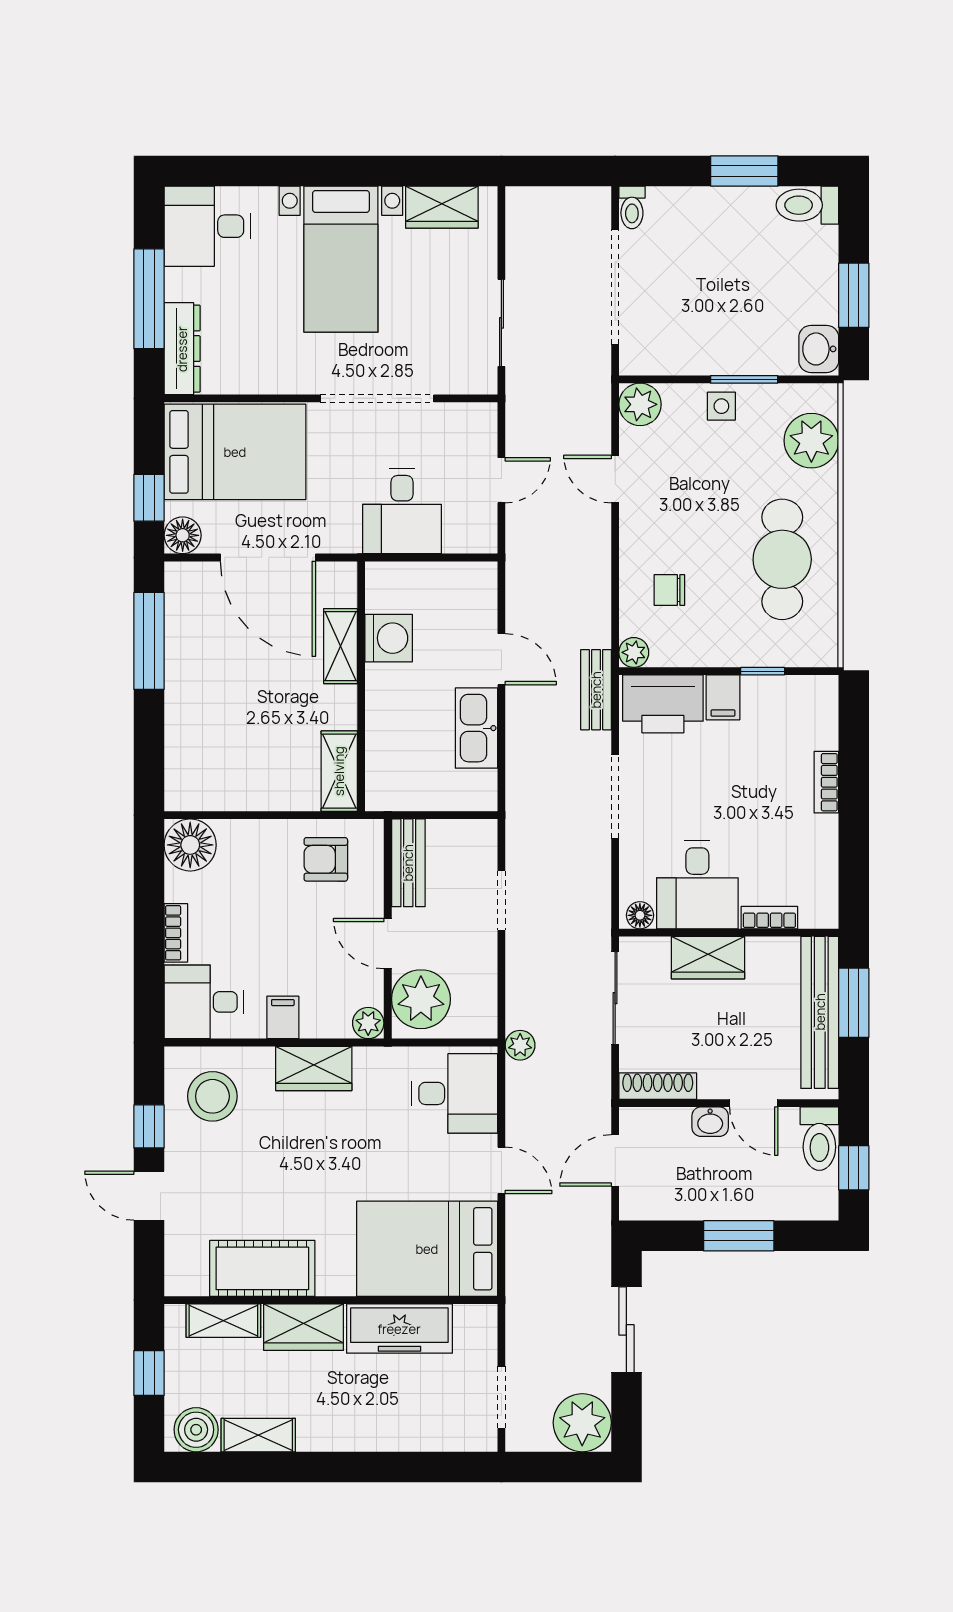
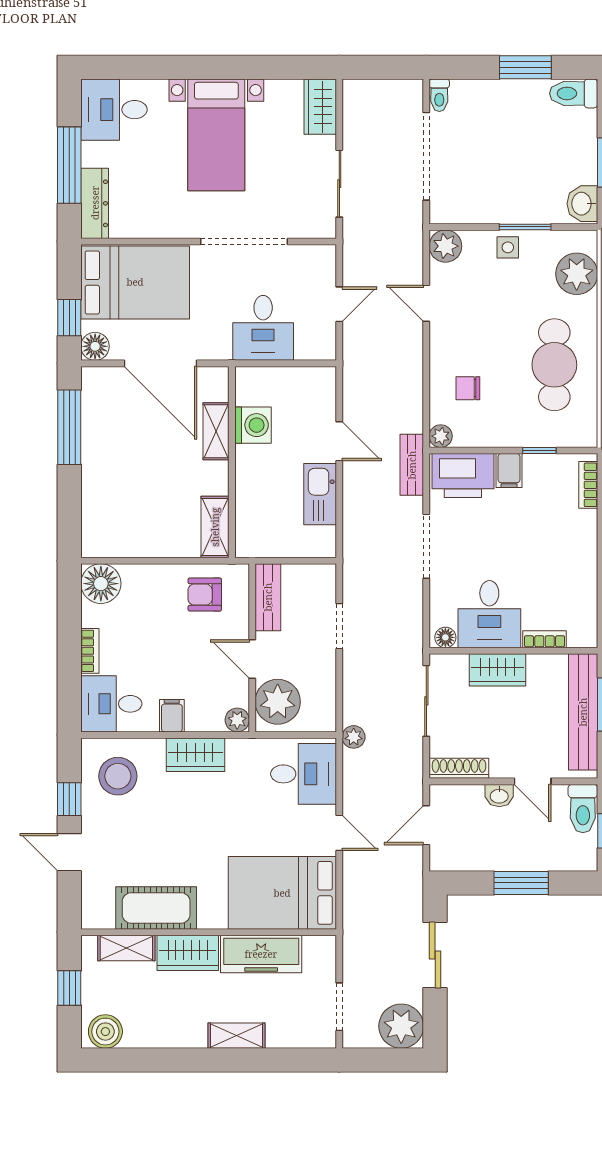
wardrobe: (442, 207) -> (320, 107), moved, turned 90
bookcase: (826, 782) -> (588, 485), moved
shelving: (258, 1435) -> (236, 1036), moved

